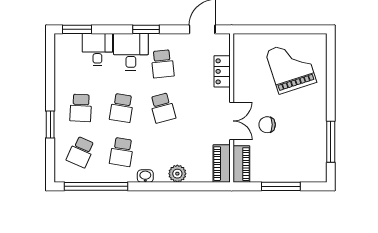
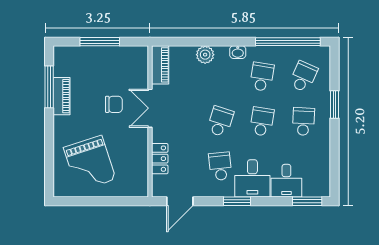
school desk: (163, 108) -> (220, 121), turned 33
piano: (241, 164) -> (62, 96), moved, turned 180

